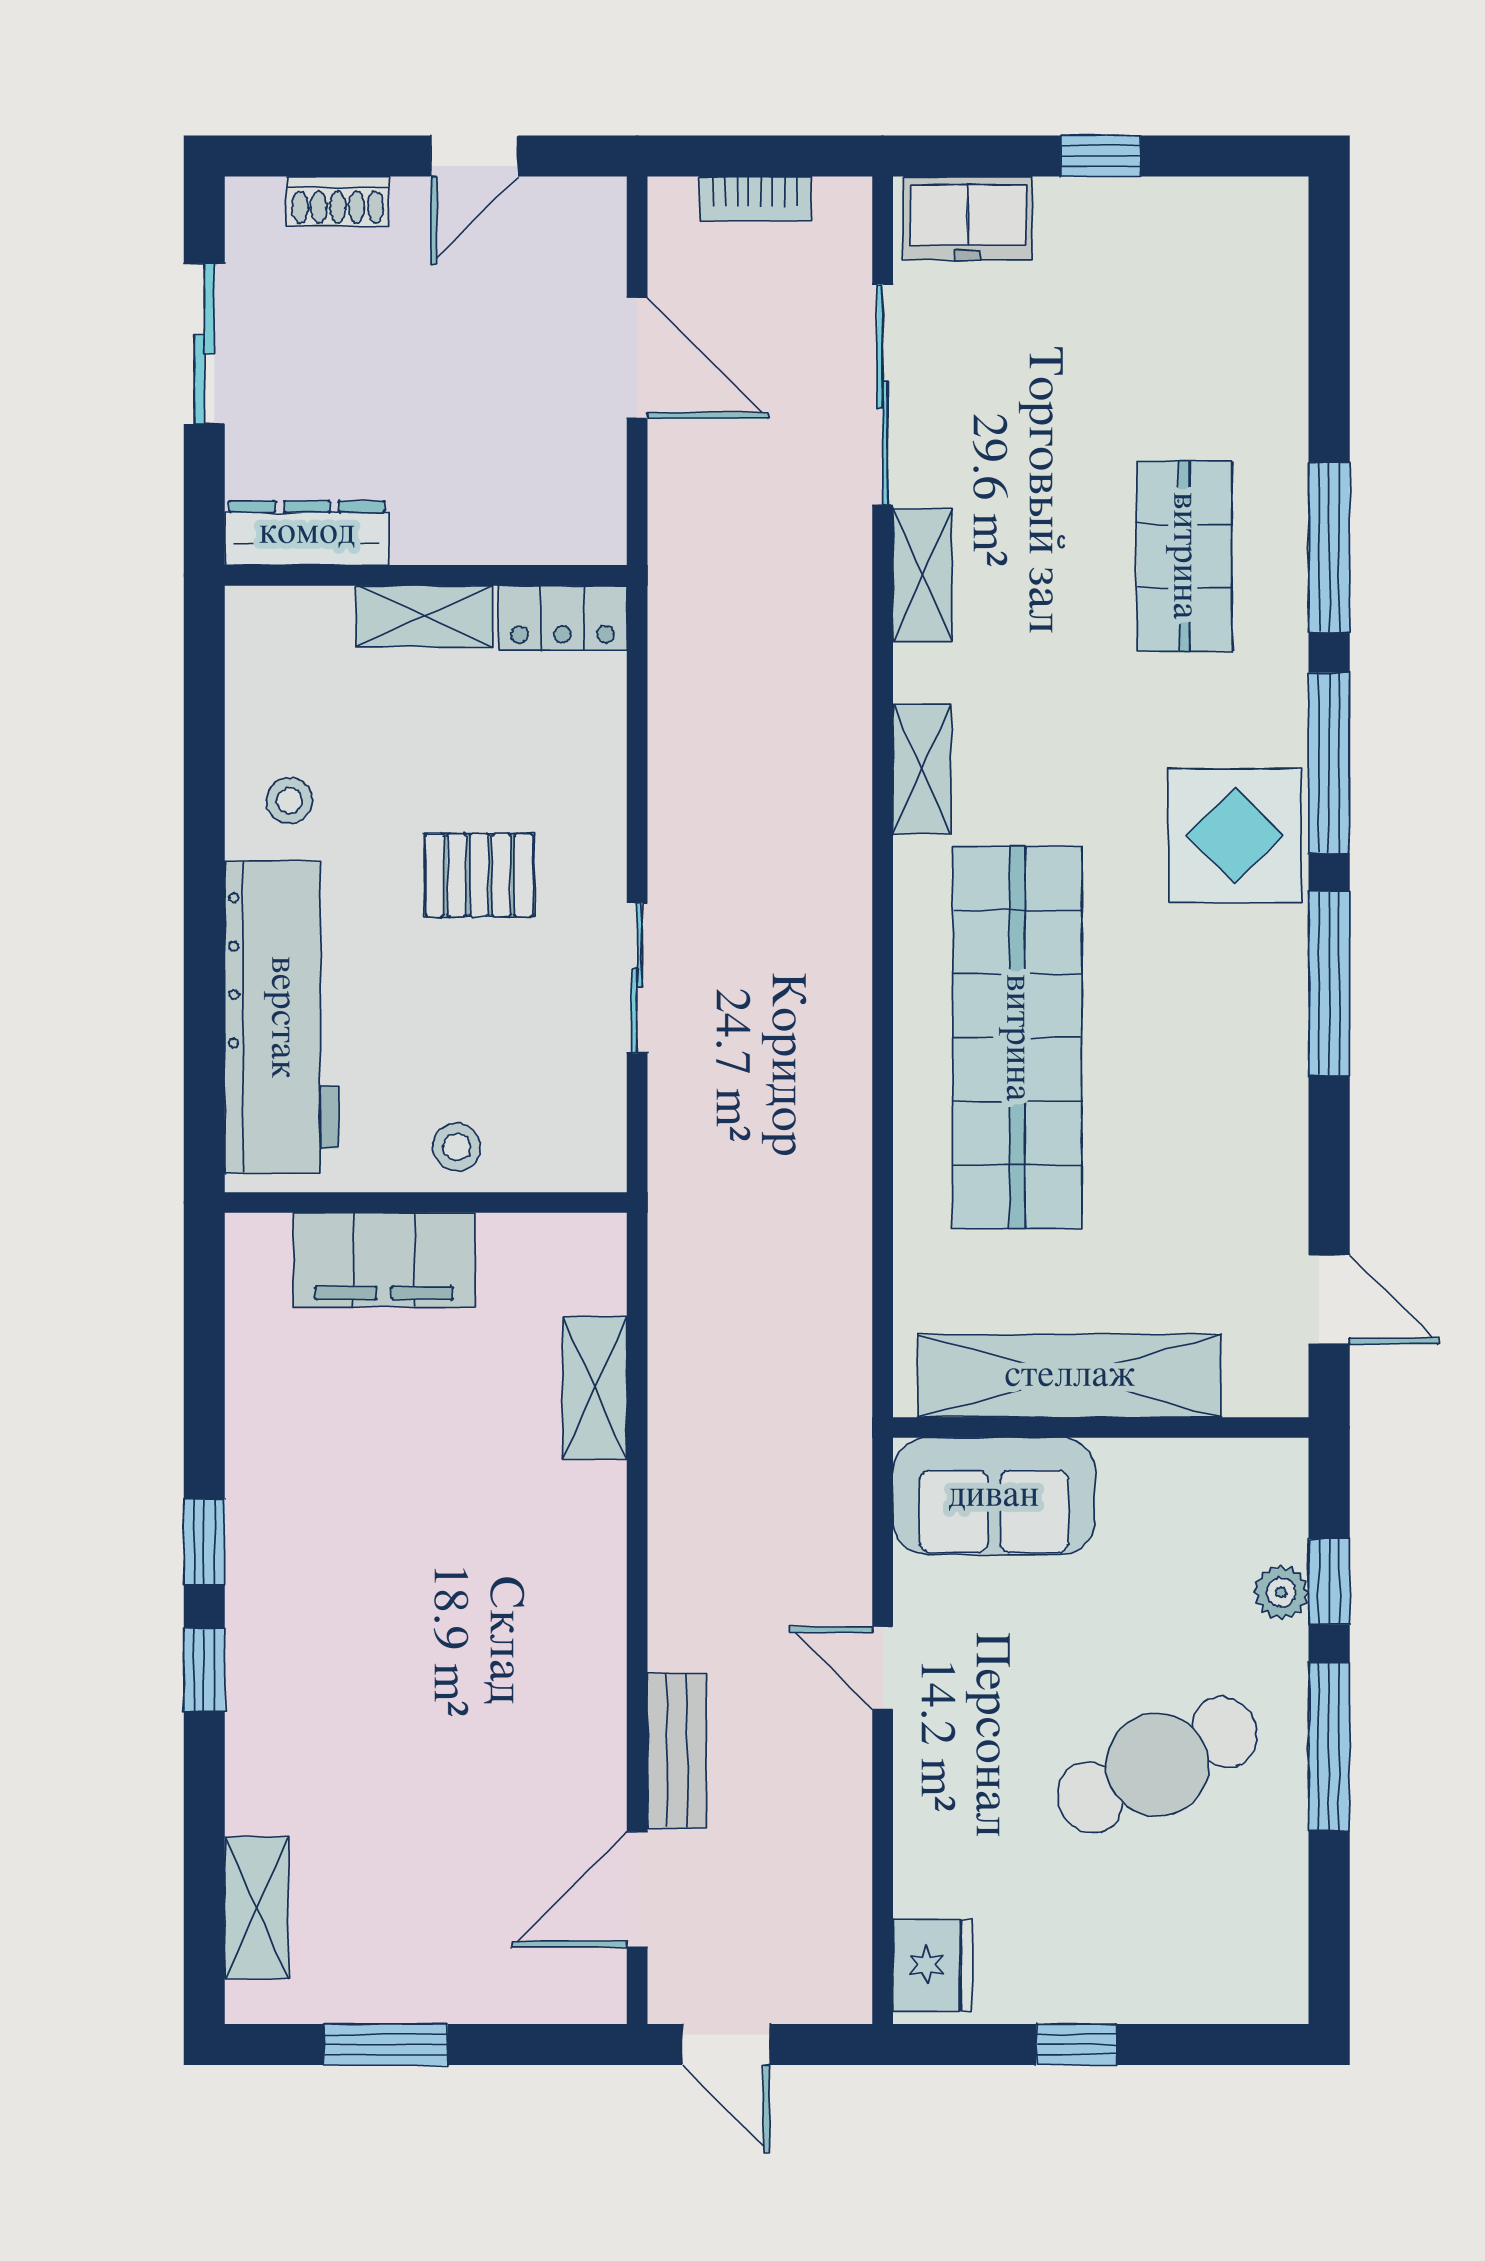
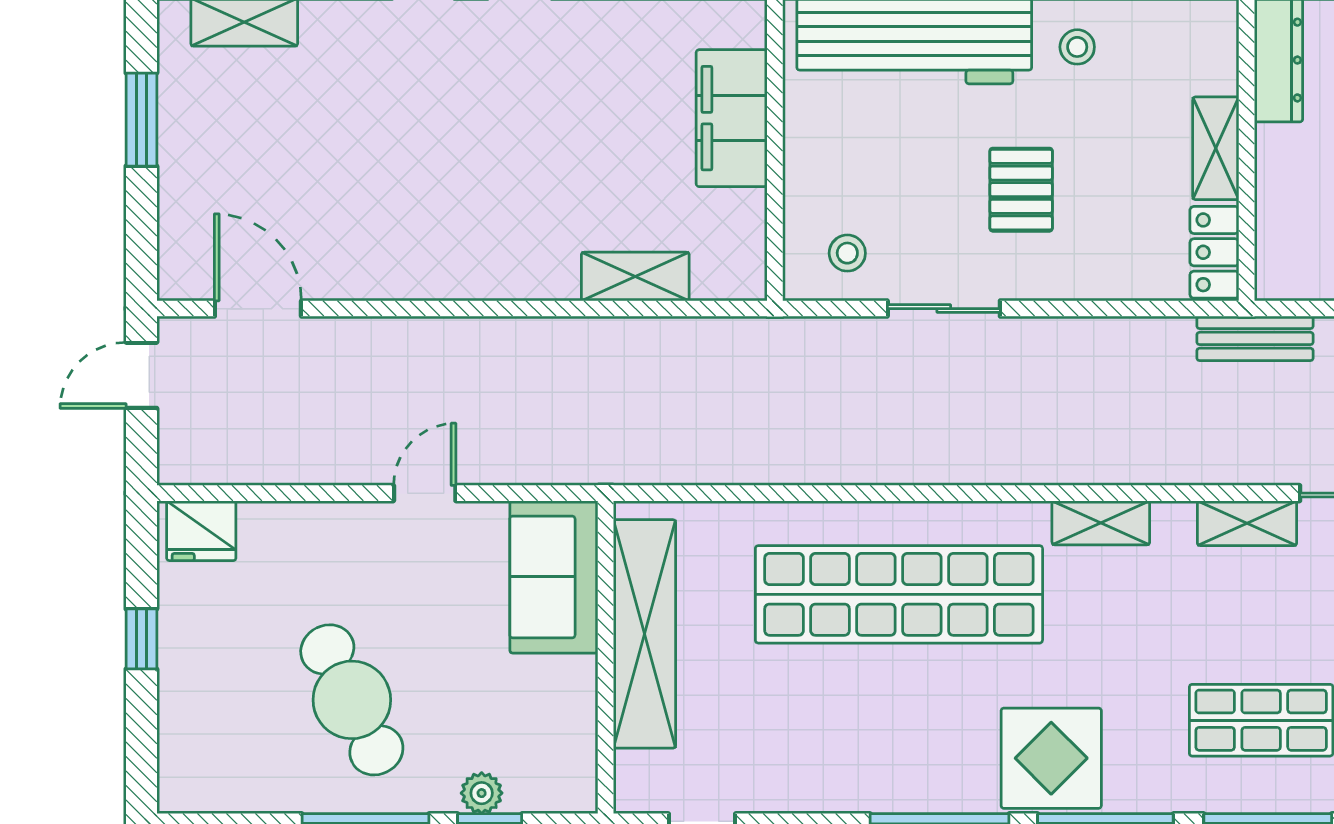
stool: (457, 1147) -> (847, 253), moved
bench: (677, 1751) -> (1255, 338), moved

